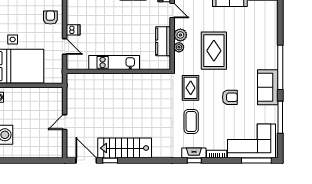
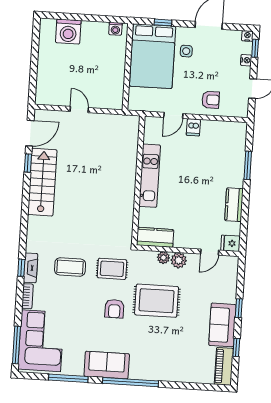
kitchen counter: (163, 41) -> (155, 237), moved
armchair: (230, 97) -> (114, 309), moved

